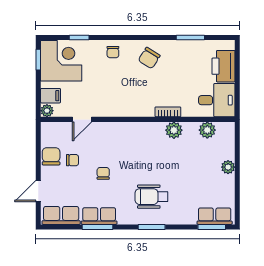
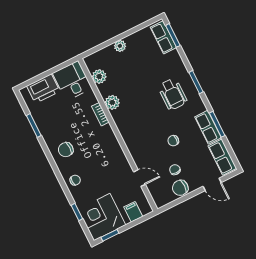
chair: (149, 58) -> (66, 150), turned 148
plant: (47, 111) -> (146, 209), removed

